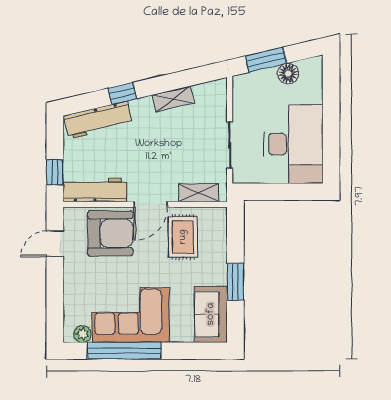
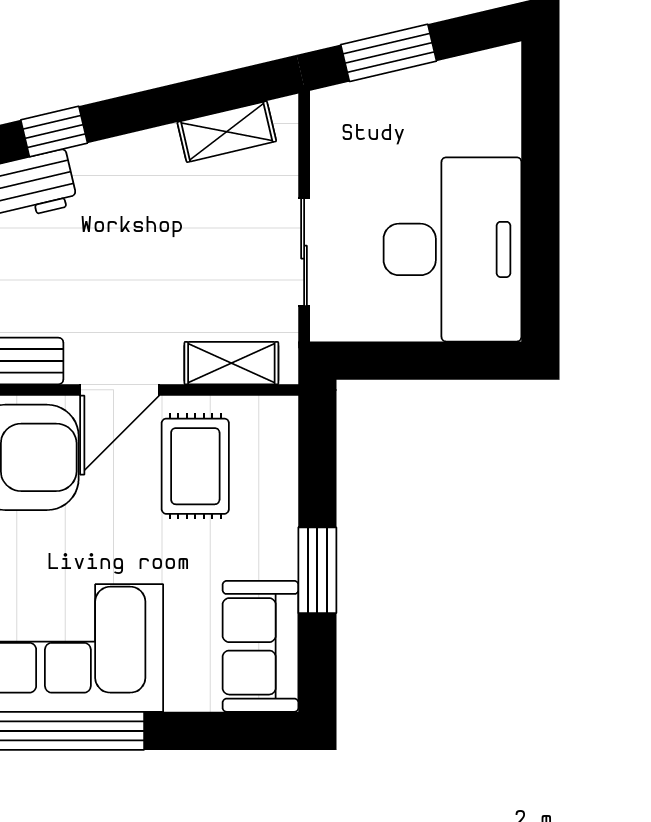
floor lamp: (288, 74) -> (440, 85), removed
shelving: (173, 99) -> (227, 132), moved

